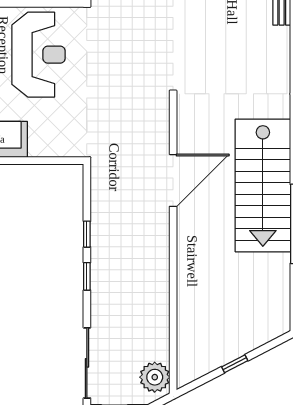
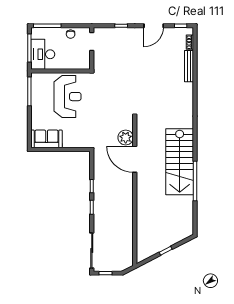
door: (173, 180) -> (135, 159), swing flipped
plant: (155, 377) -> (126, 138), moved

